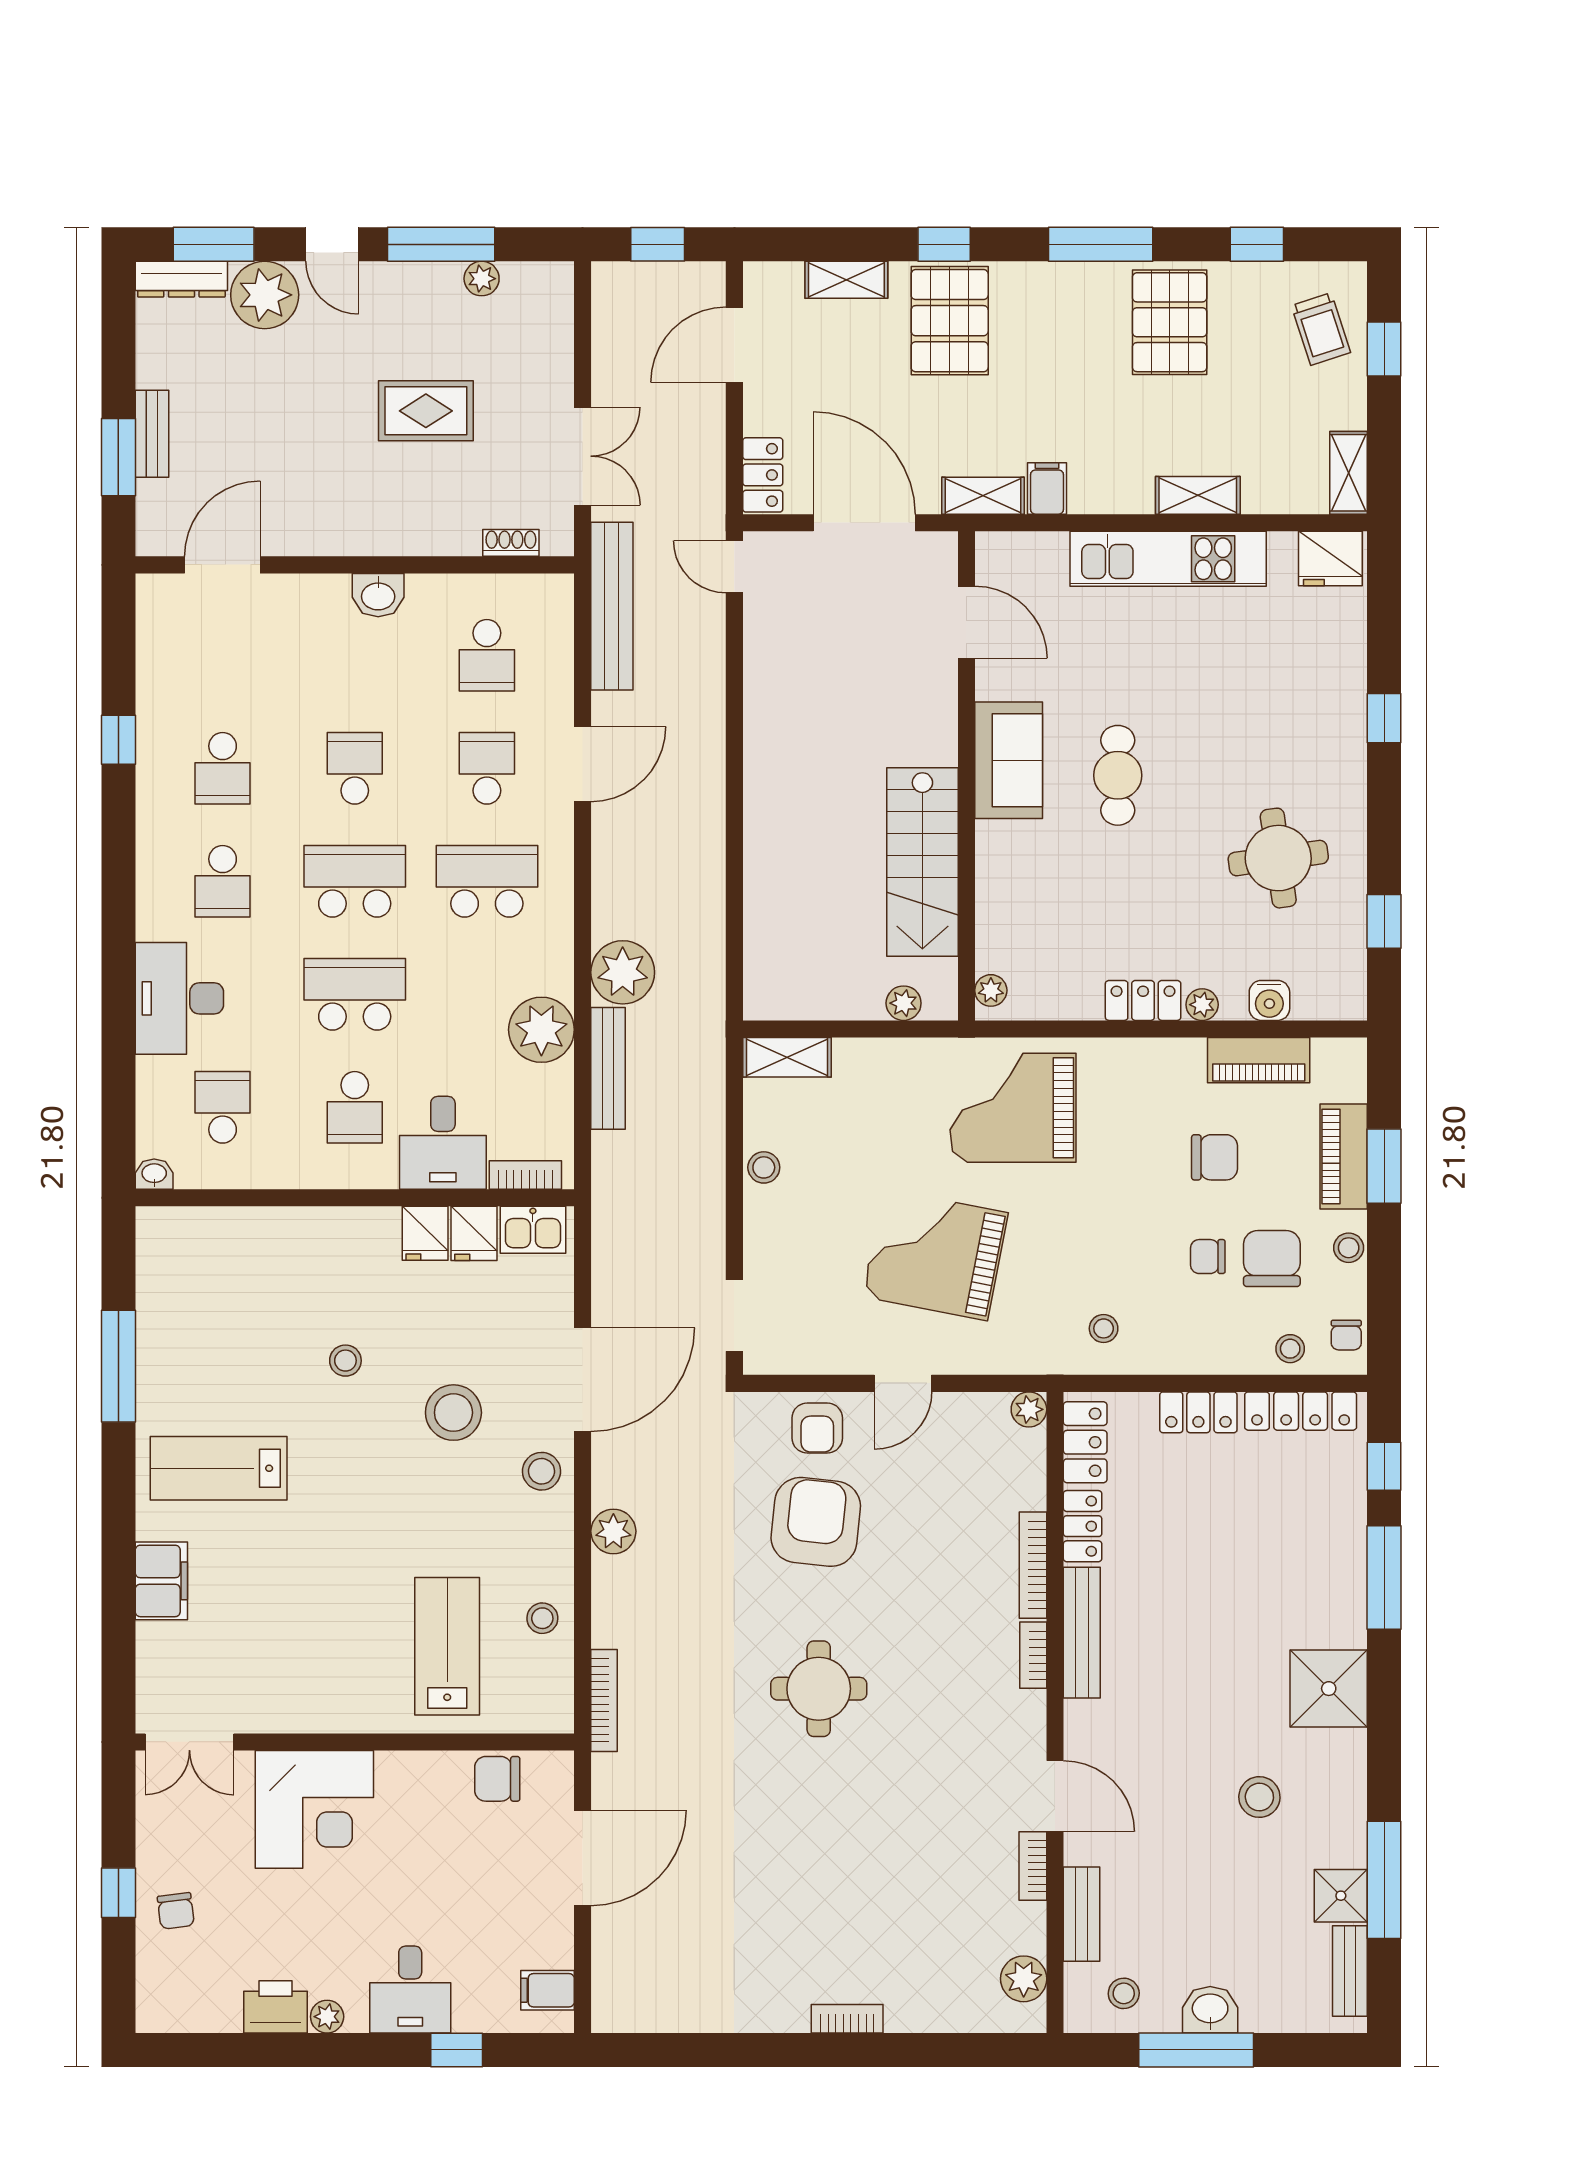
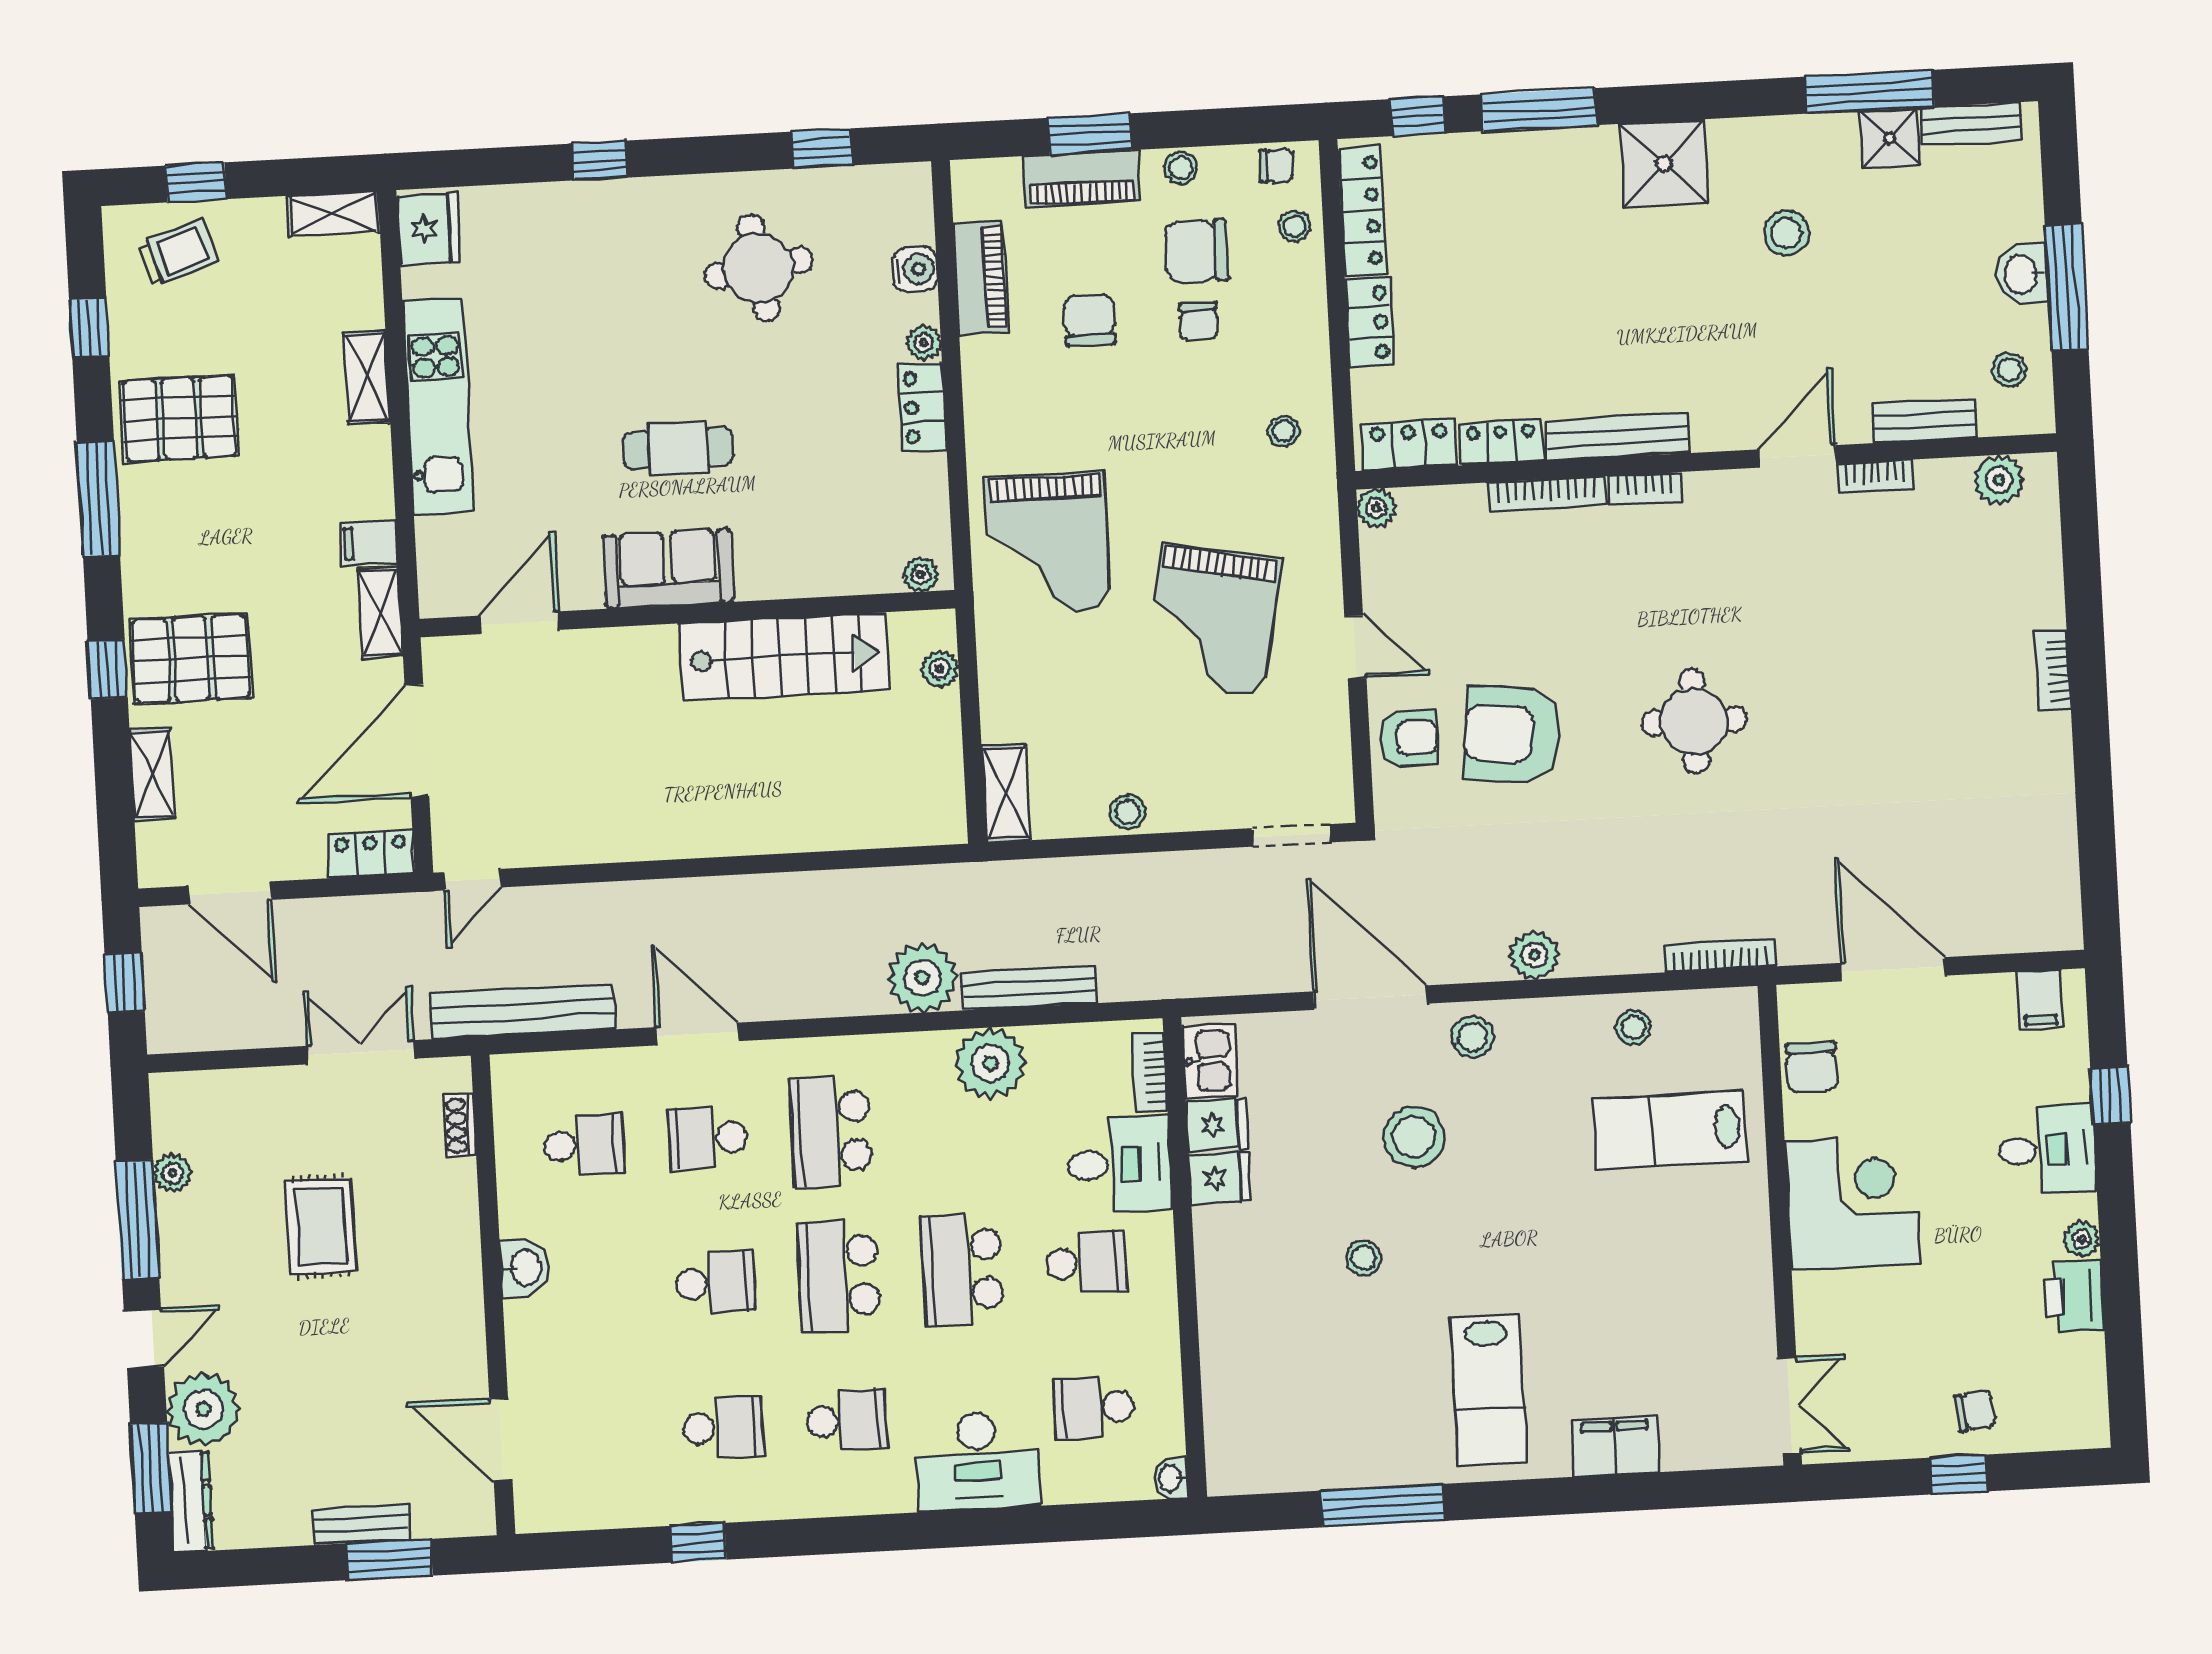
school desk: (355, 768) -> (715, 1283), turned 180
corner desk: (314, 1809) -> (1853, 1203), moved

